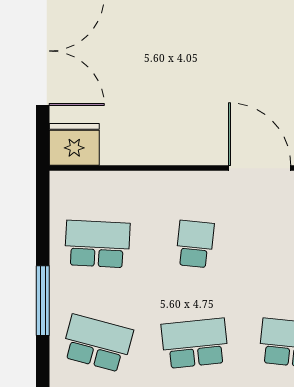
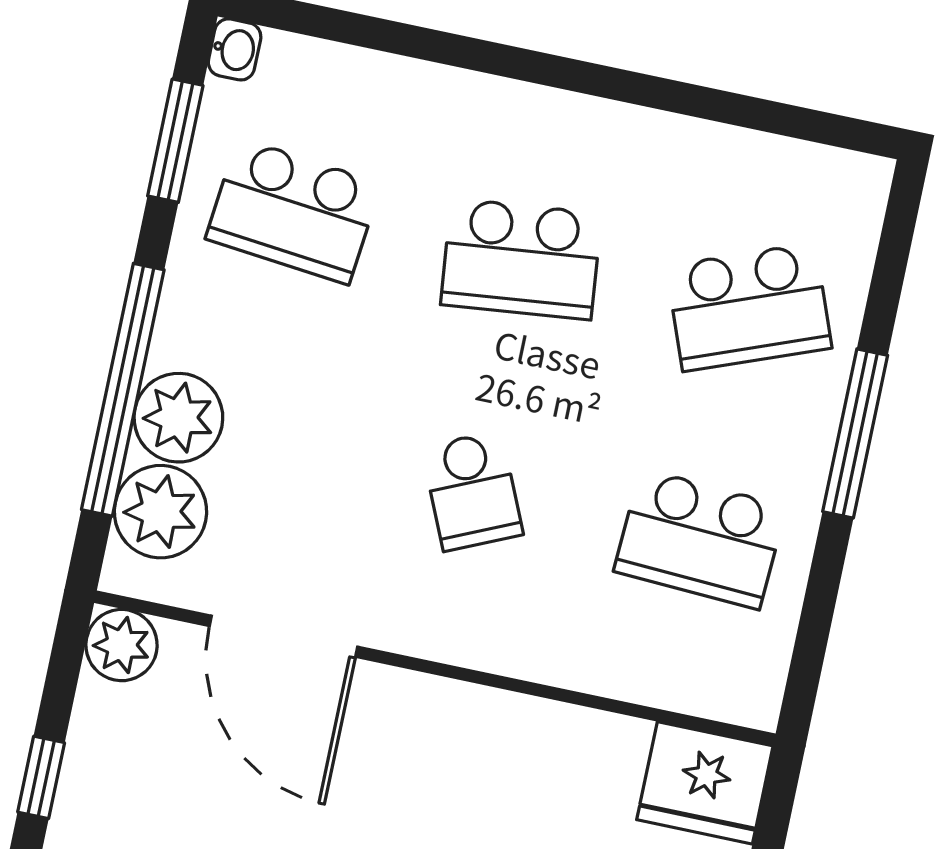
school desk: (195, 244) -> (472, 491), turned -30
school desk: (97, 343) -> (749, 307), turned -36

